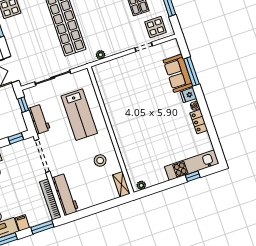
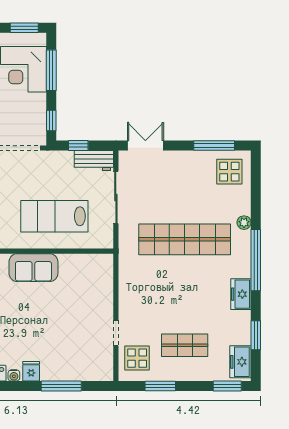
plant: (101, 55) -> (125, 272), removed
sofa: (178, 73) -> (33, 268), moved, turned 180
window: (23, 105) -> (78, 146), moved
workbench: (39, 119) -> (94, 161), moved

